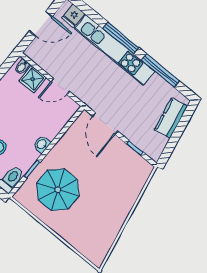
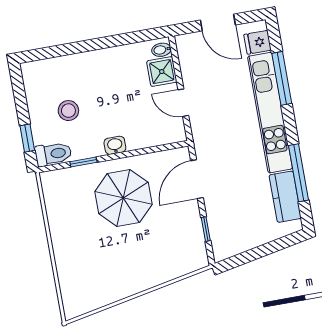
window: (121, 38) -> (282, 78), moved
kitchen counter: (171, 118) -> (285, 197), moved, turned -79
parasol: (58, 190) -> (123, 198), moved

